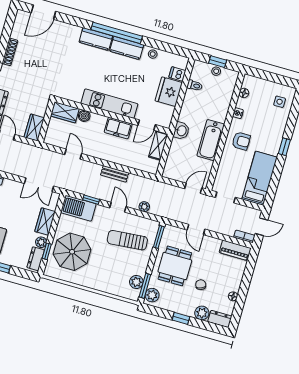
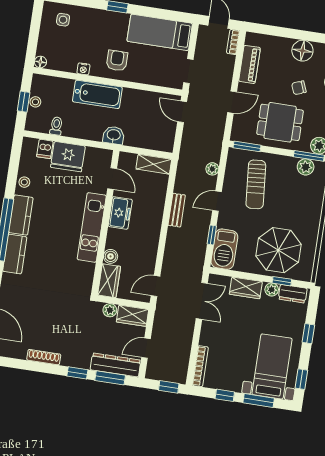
floor lamp: (244, 93) -> (40, 62), moved
plant: (41, 110) -> (110, 310), added
bathtub: (211, 140) -> (97, 94), moved
shelving: (158, 145) -> (154, 164), moved
door: (73, 154) -> (156, 286), moved
piano: (235, 250) -> (249, 64), moved
floor lamp: (233, 296) -> (302, 51), width x1.89, depth x1.89

